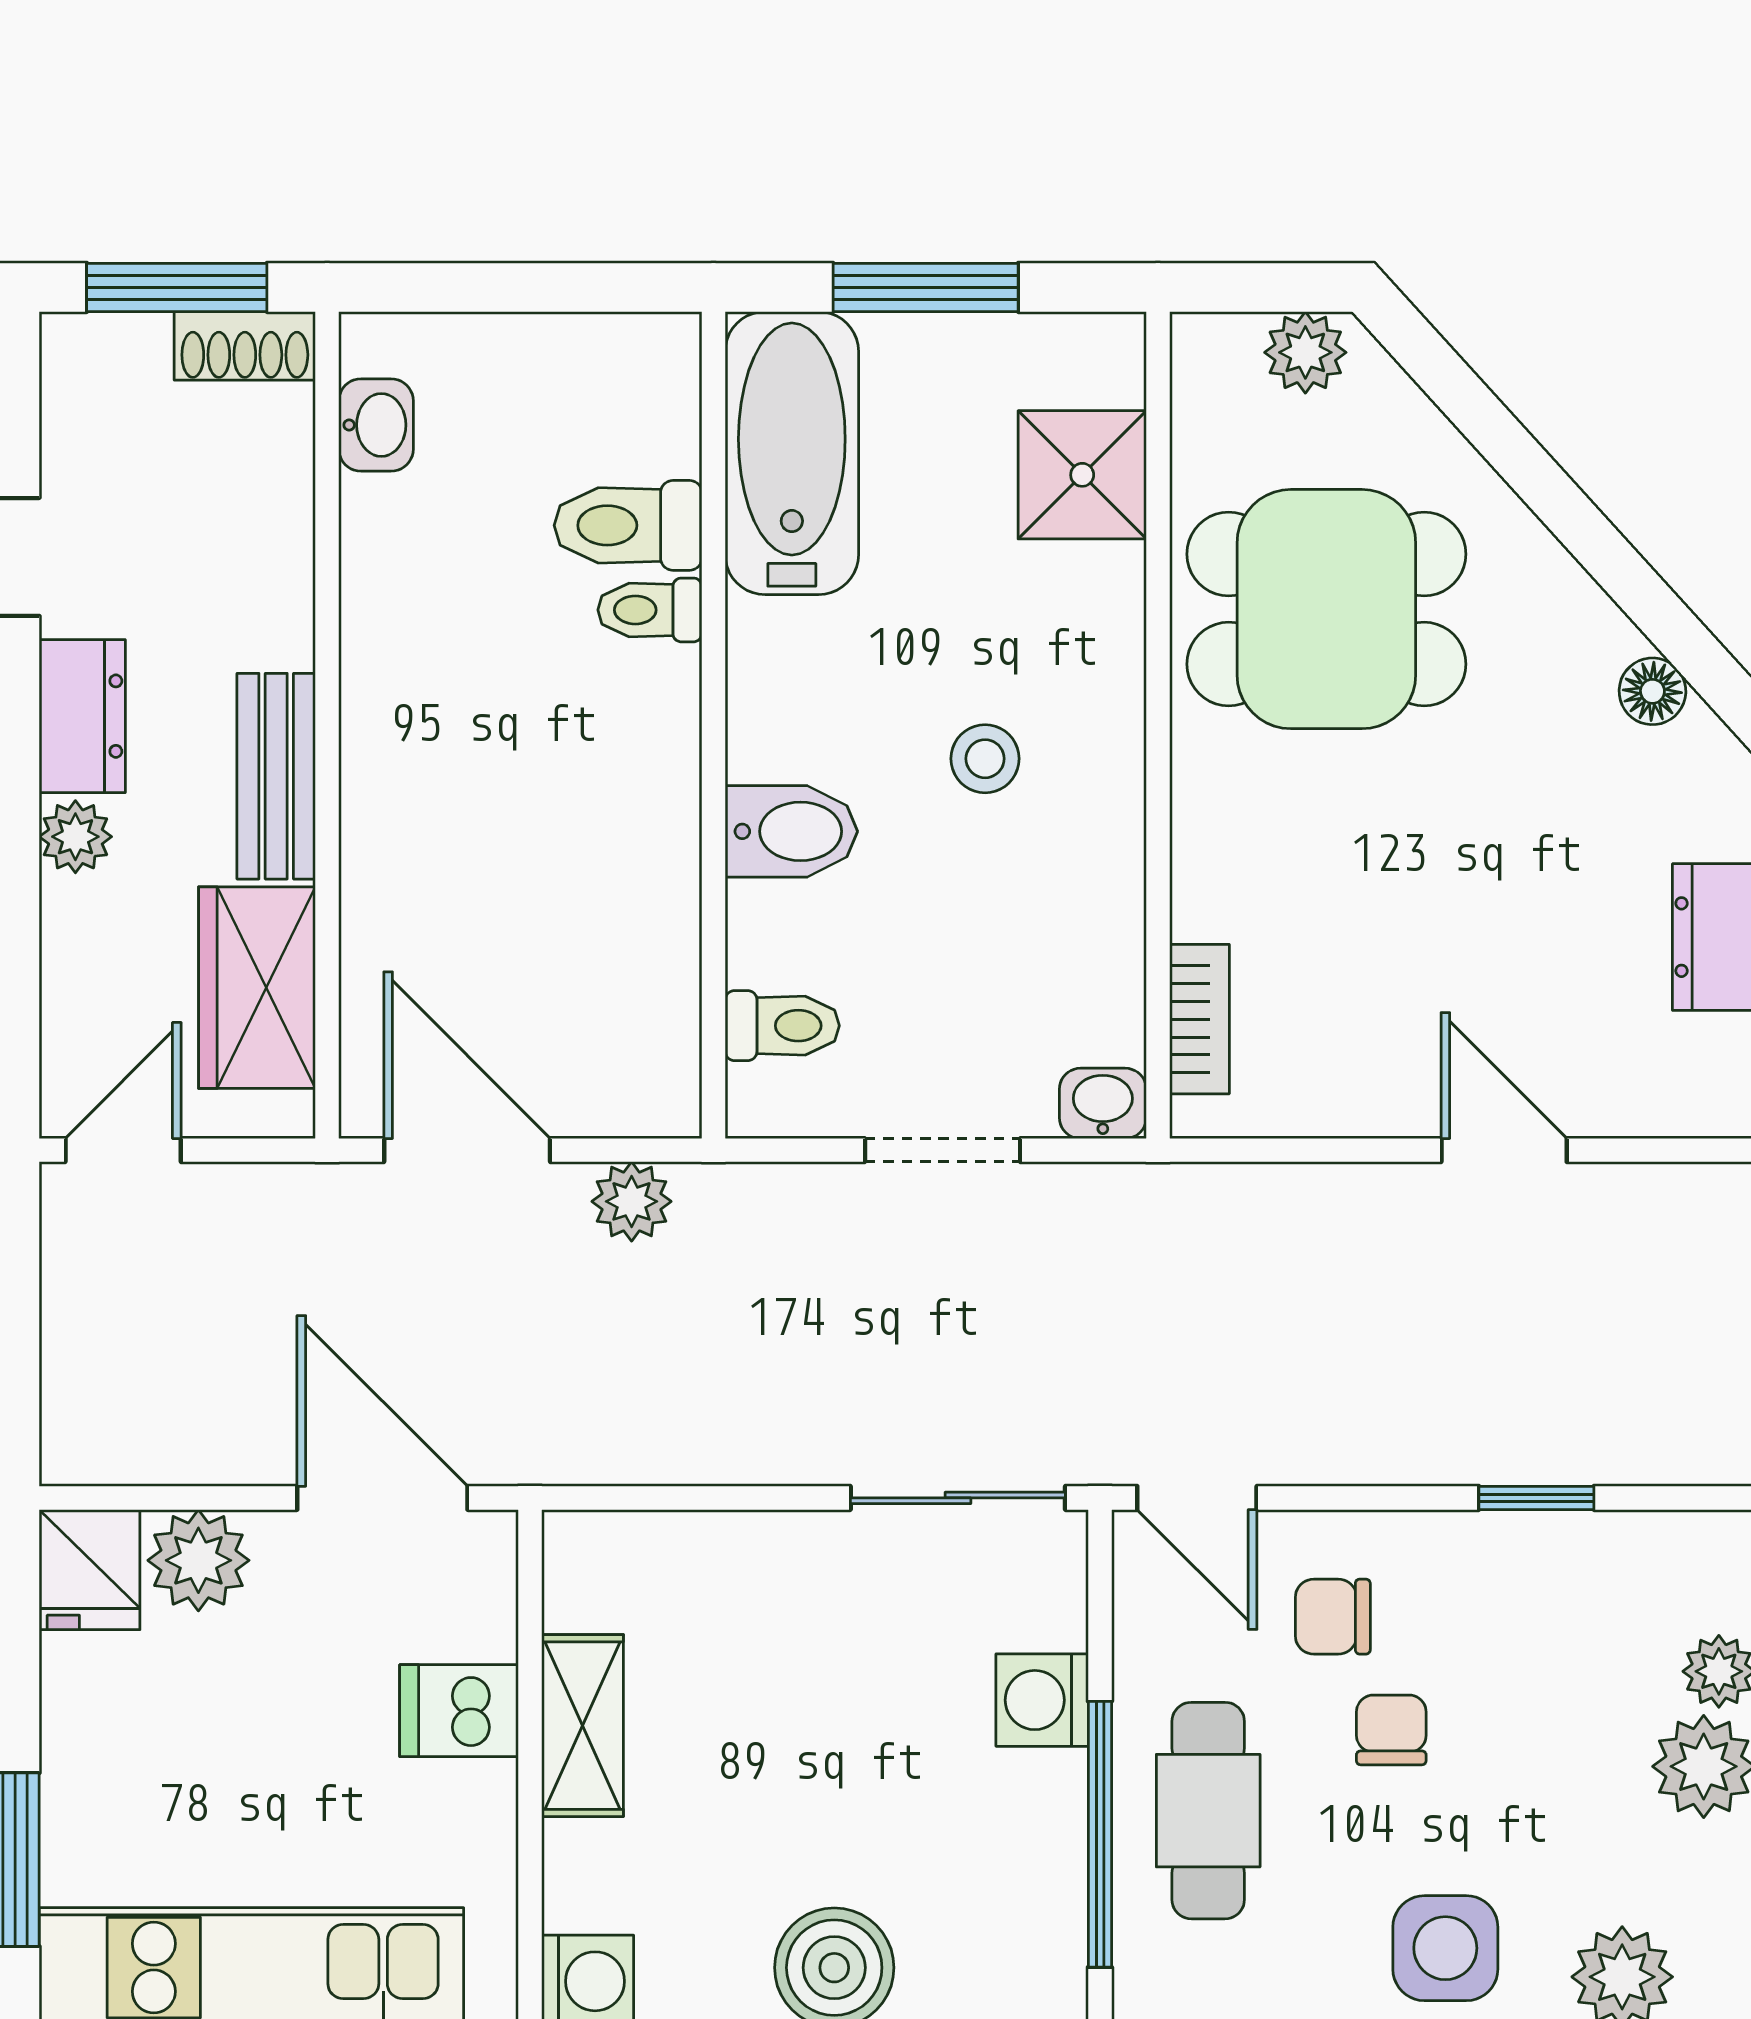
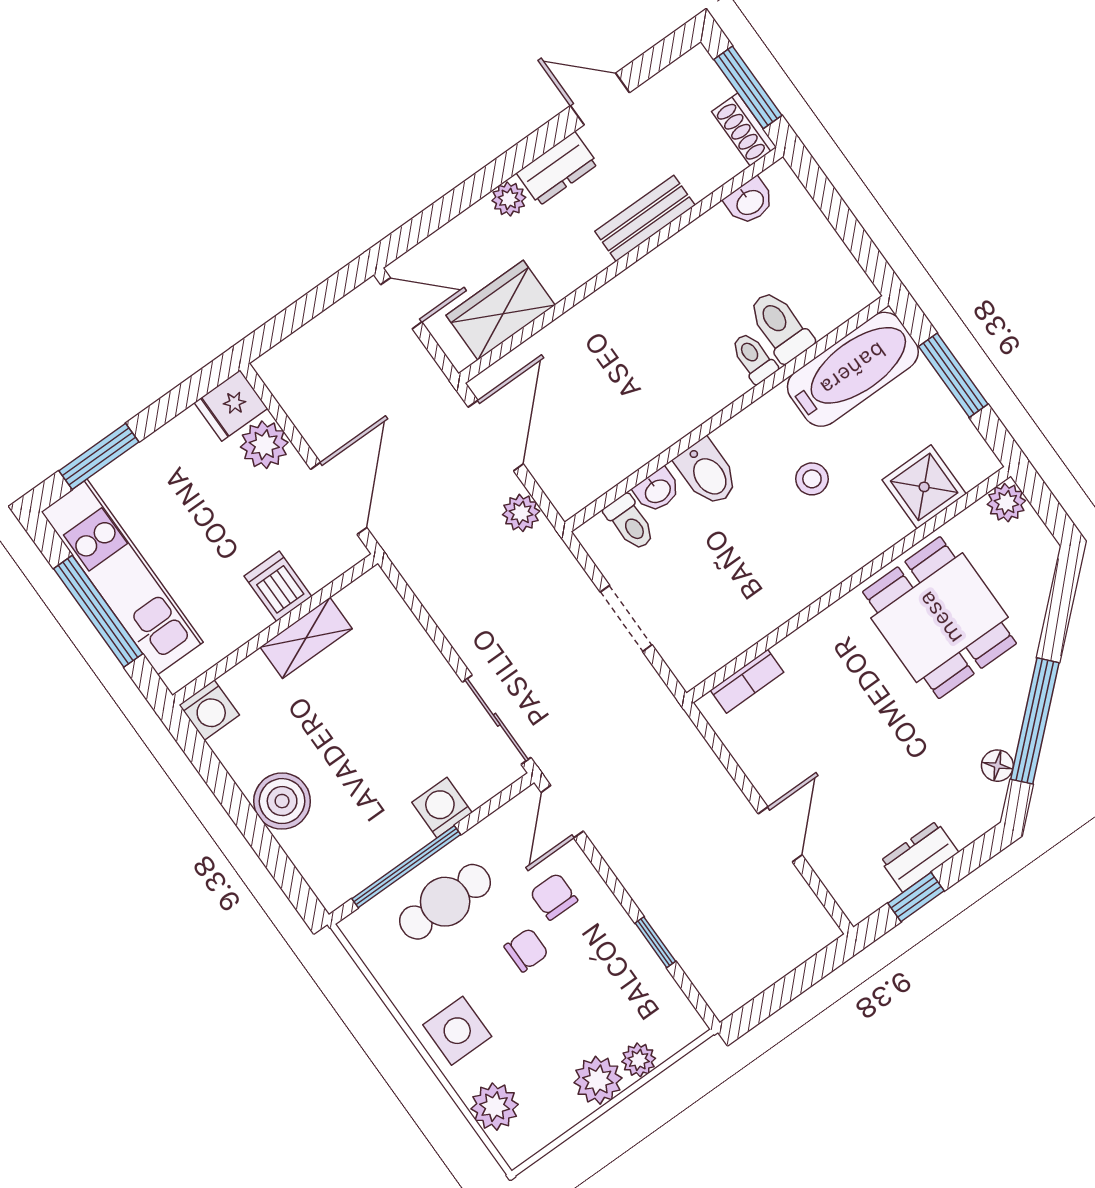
plant: (1305, 352) -> (1006, 503), moved
window: (1622, 572) -> (1035, 721), added
stool: (985, 759) -> (812, 479), moved
bench: (276, 776) -> (645, 218), moved
washbasin: (1103, 1103) -> (657, 491), moved, turned 90

